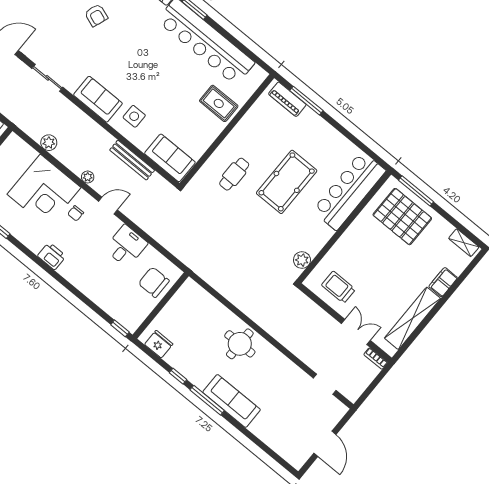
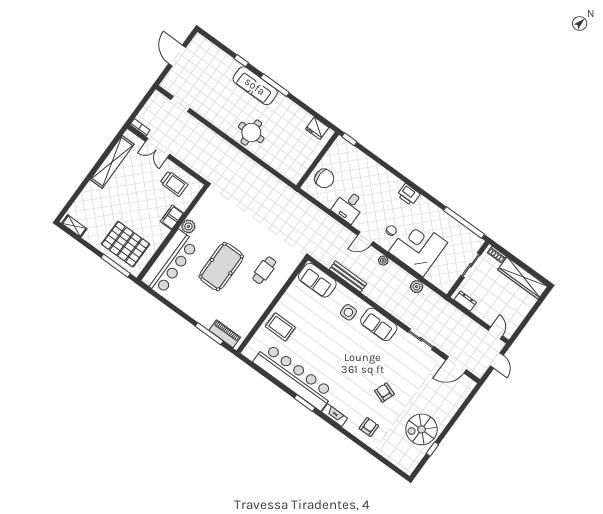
plant: (302, 260) -> (188, 226), moved
filing cabinet: (443, 282) -> (172, 217), moved, turned 180
window: (178, 376) -> (241, 61), moved

